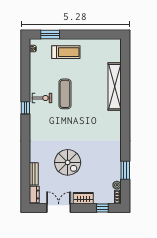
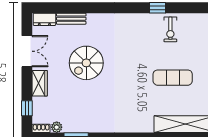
exercise mat: (65, 94) -> (173, 78), moved

